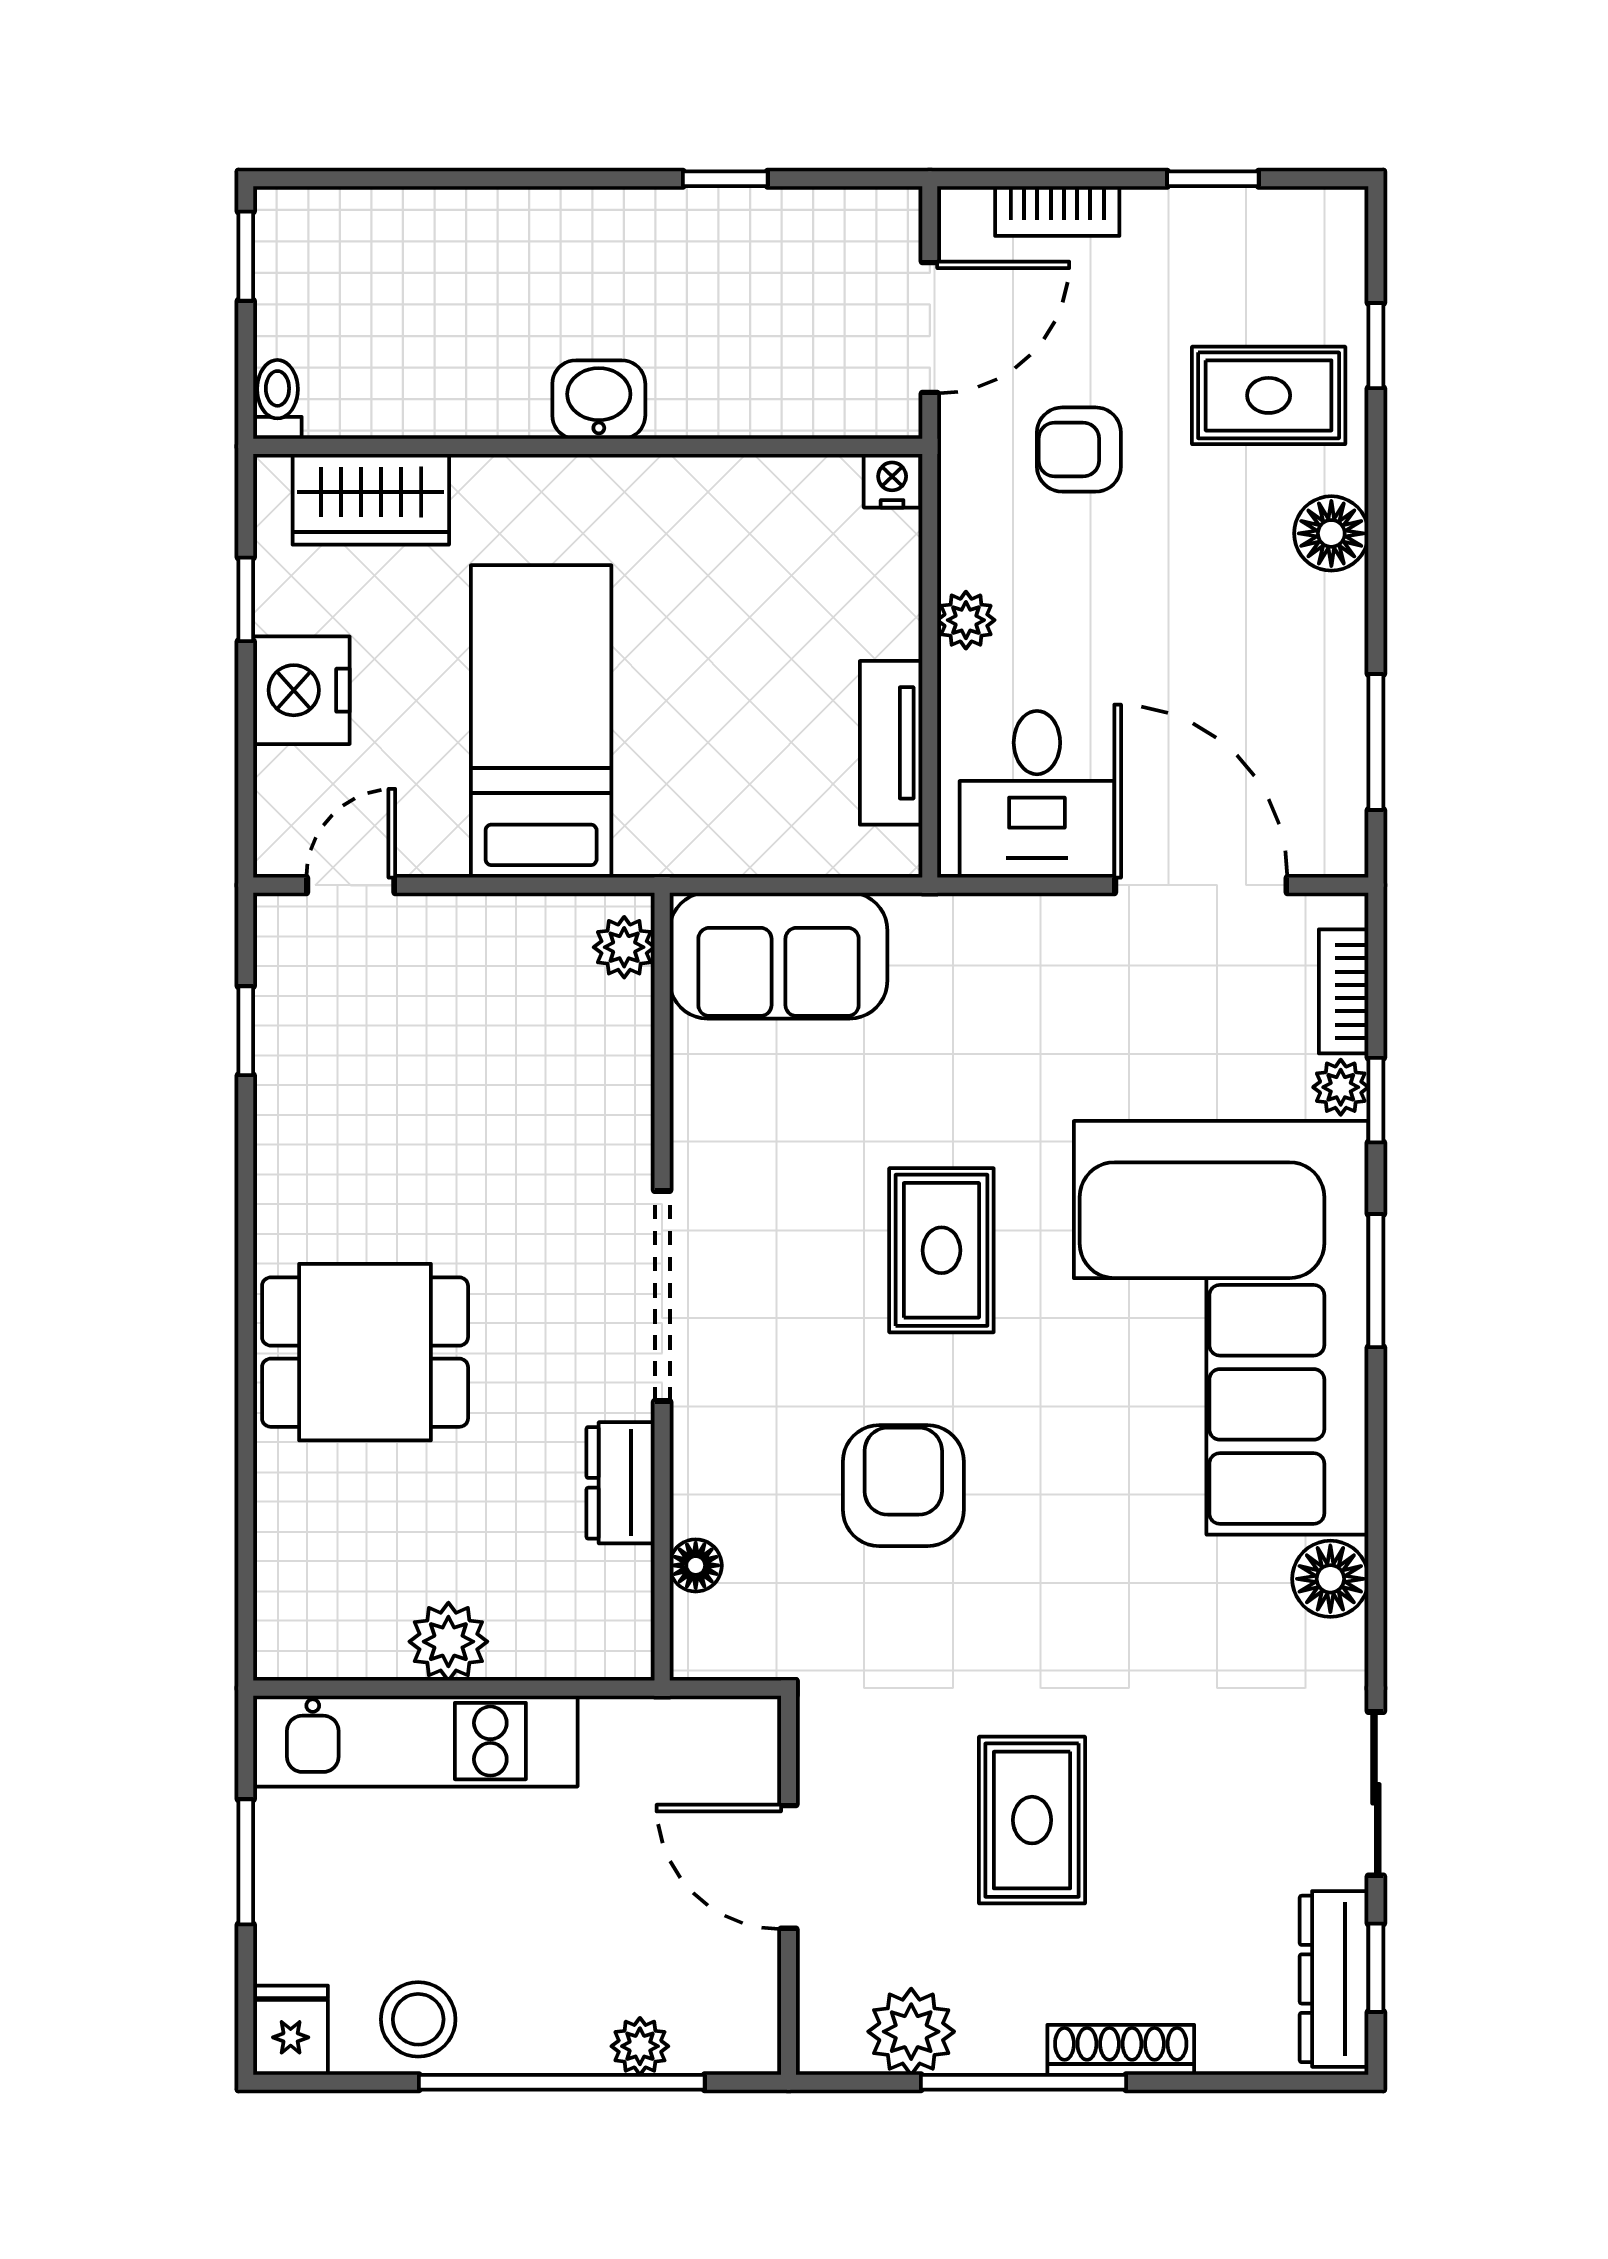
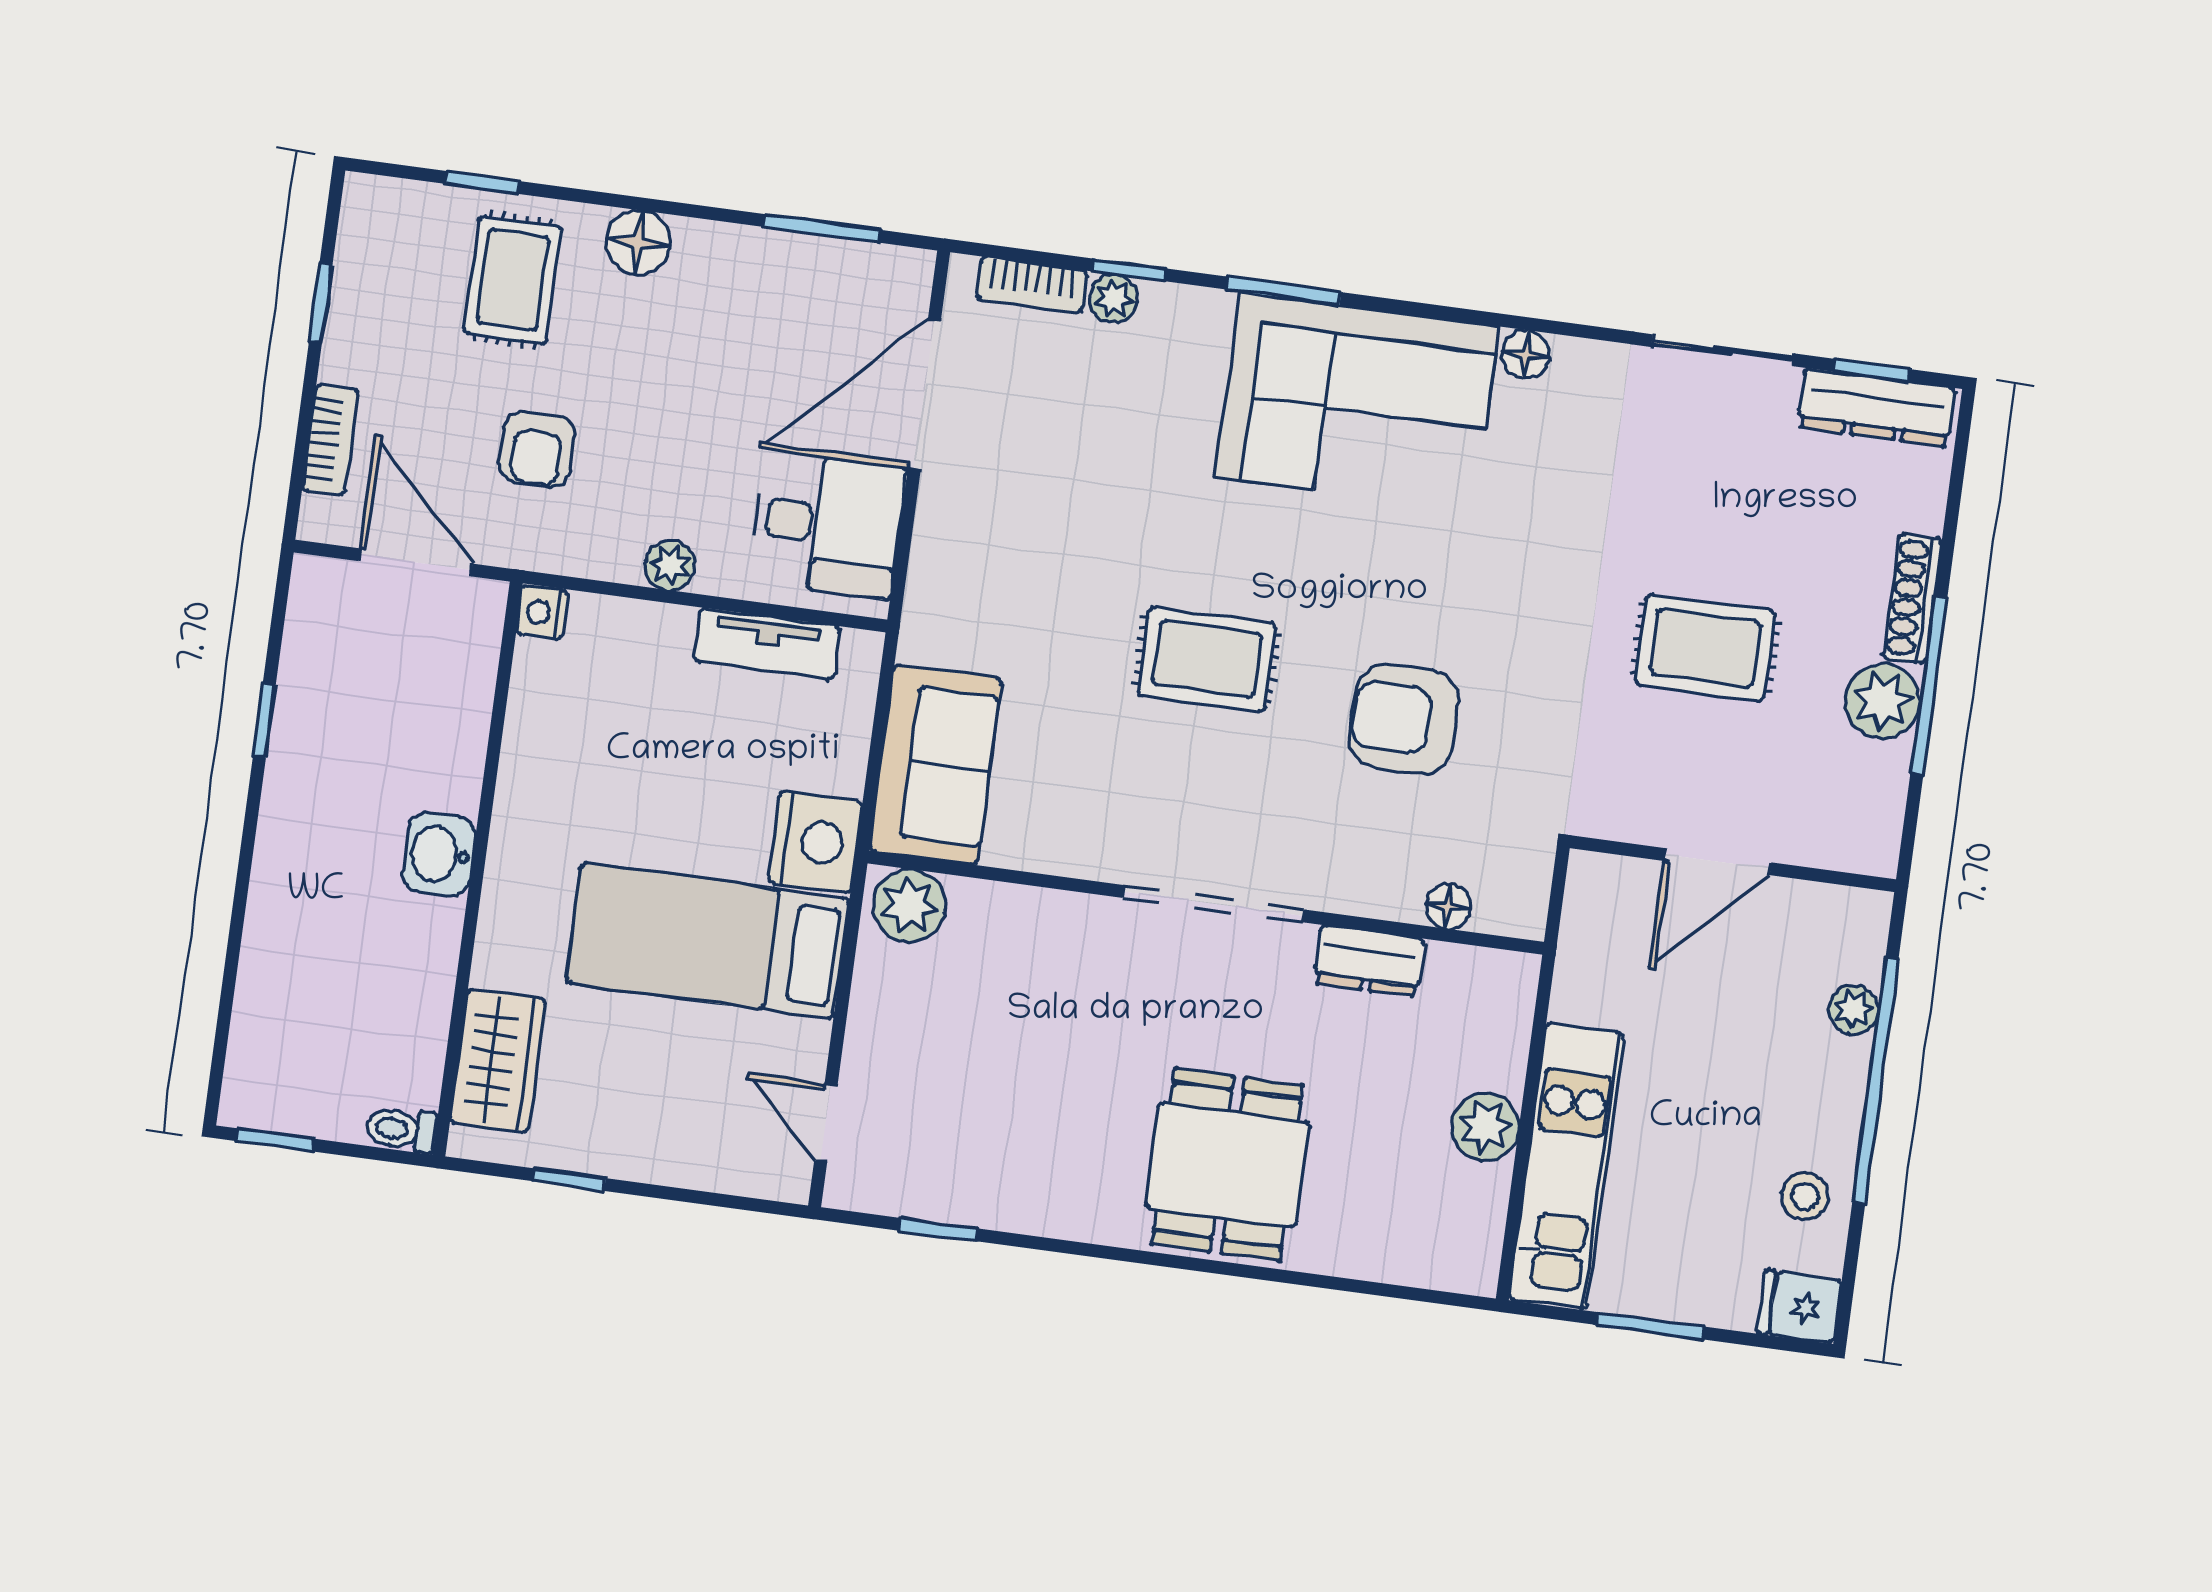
nightstand: (301, 690) -> (815, 842), moved, turned -90
plant: (624, 947) -> (909, 906), width x1.38, depth x1.38
corner sofa: (1221, 1328) -> (1357, 402), width x0.73, depth x0.74
floor lamp: (1330, 1579) -> (1526, 354), width x0.73, depth x0.73
stool: (418, 2019) -> (1805, 1196), width x0.73, depth x0.73
plant: (911, 2032) -> (1883, 701), moved

